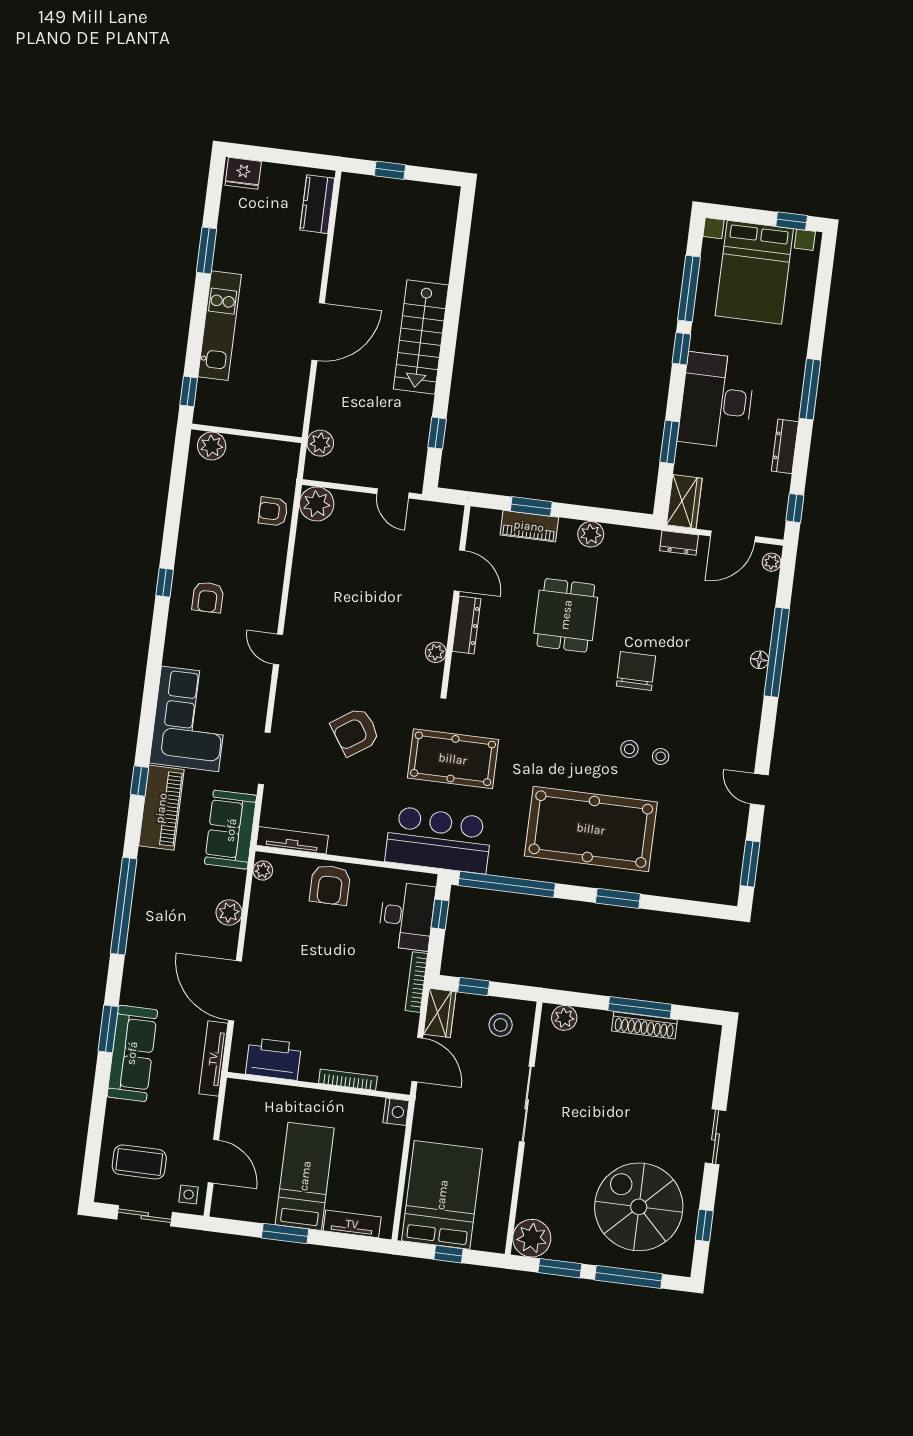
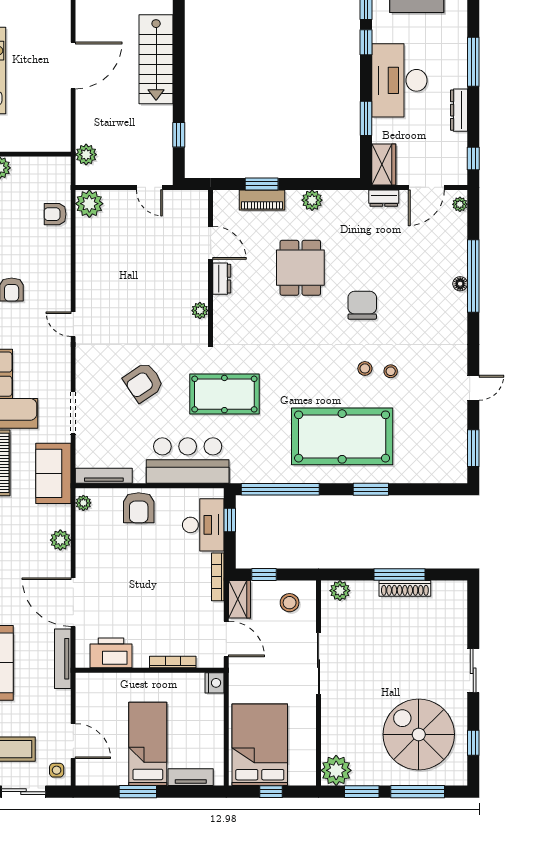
dresser: (467, 625) -> (222, 279), width x0.70
door: (759, 790) -> (473, 388), swing flipped
bar counter: (439, 840) -> (188, 461), moved

